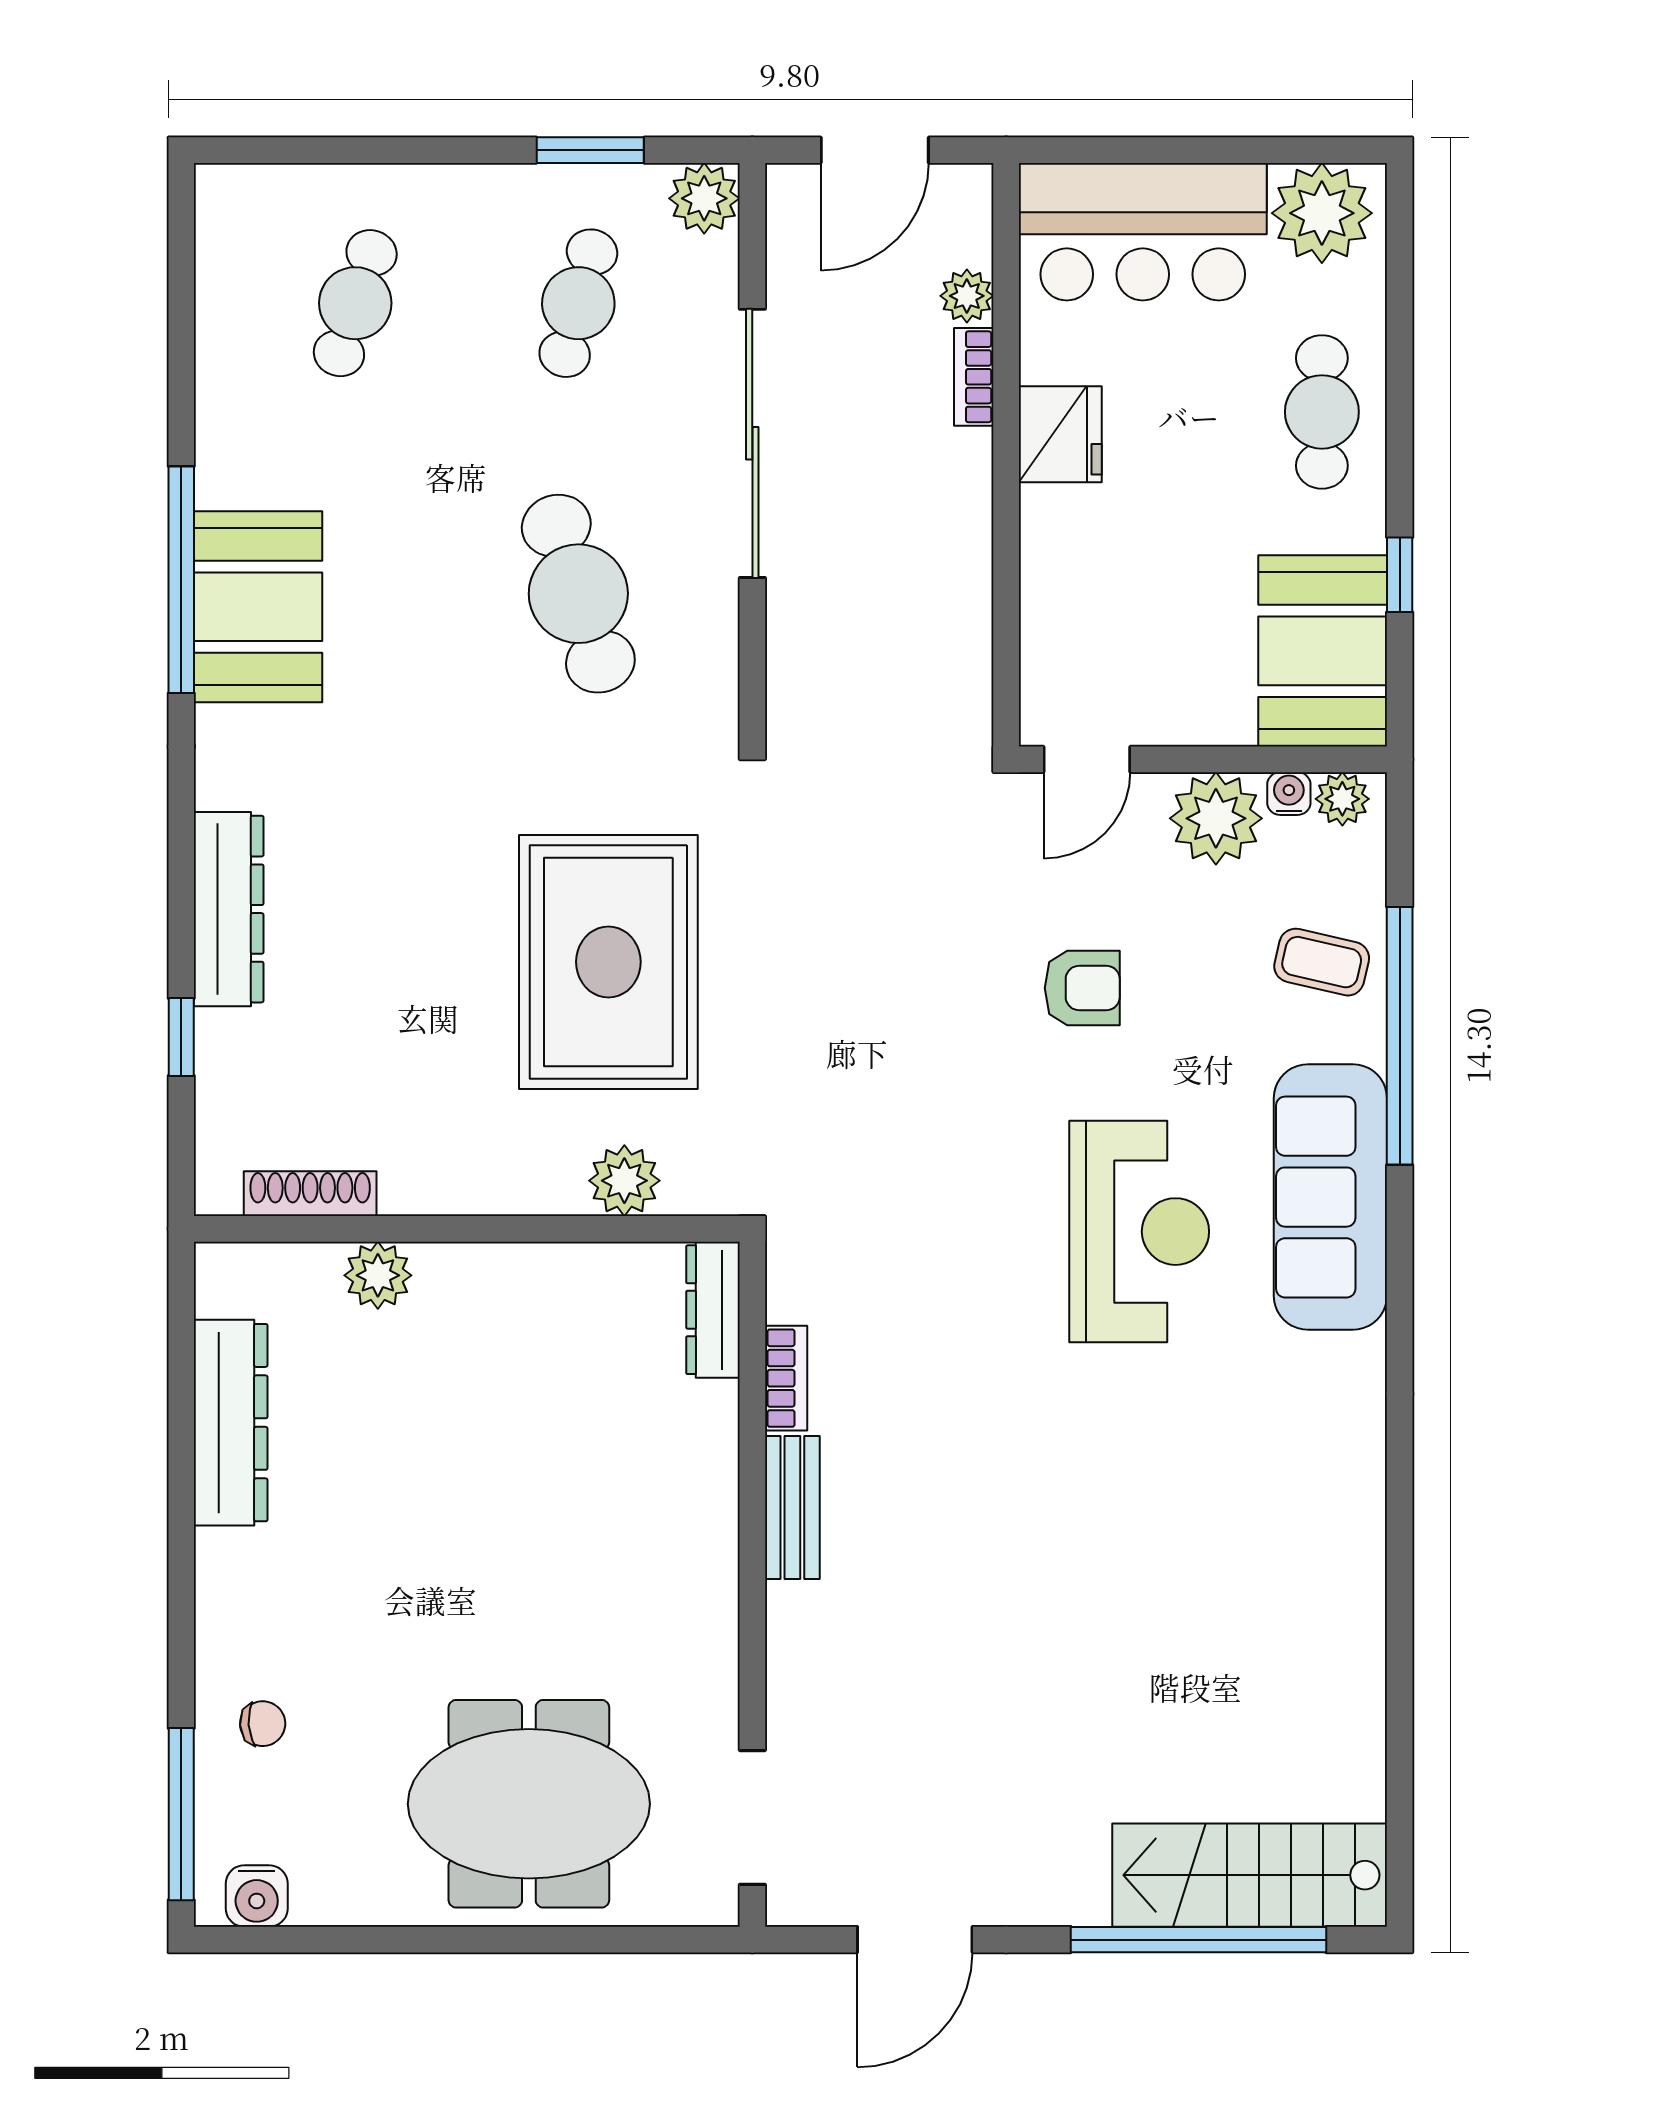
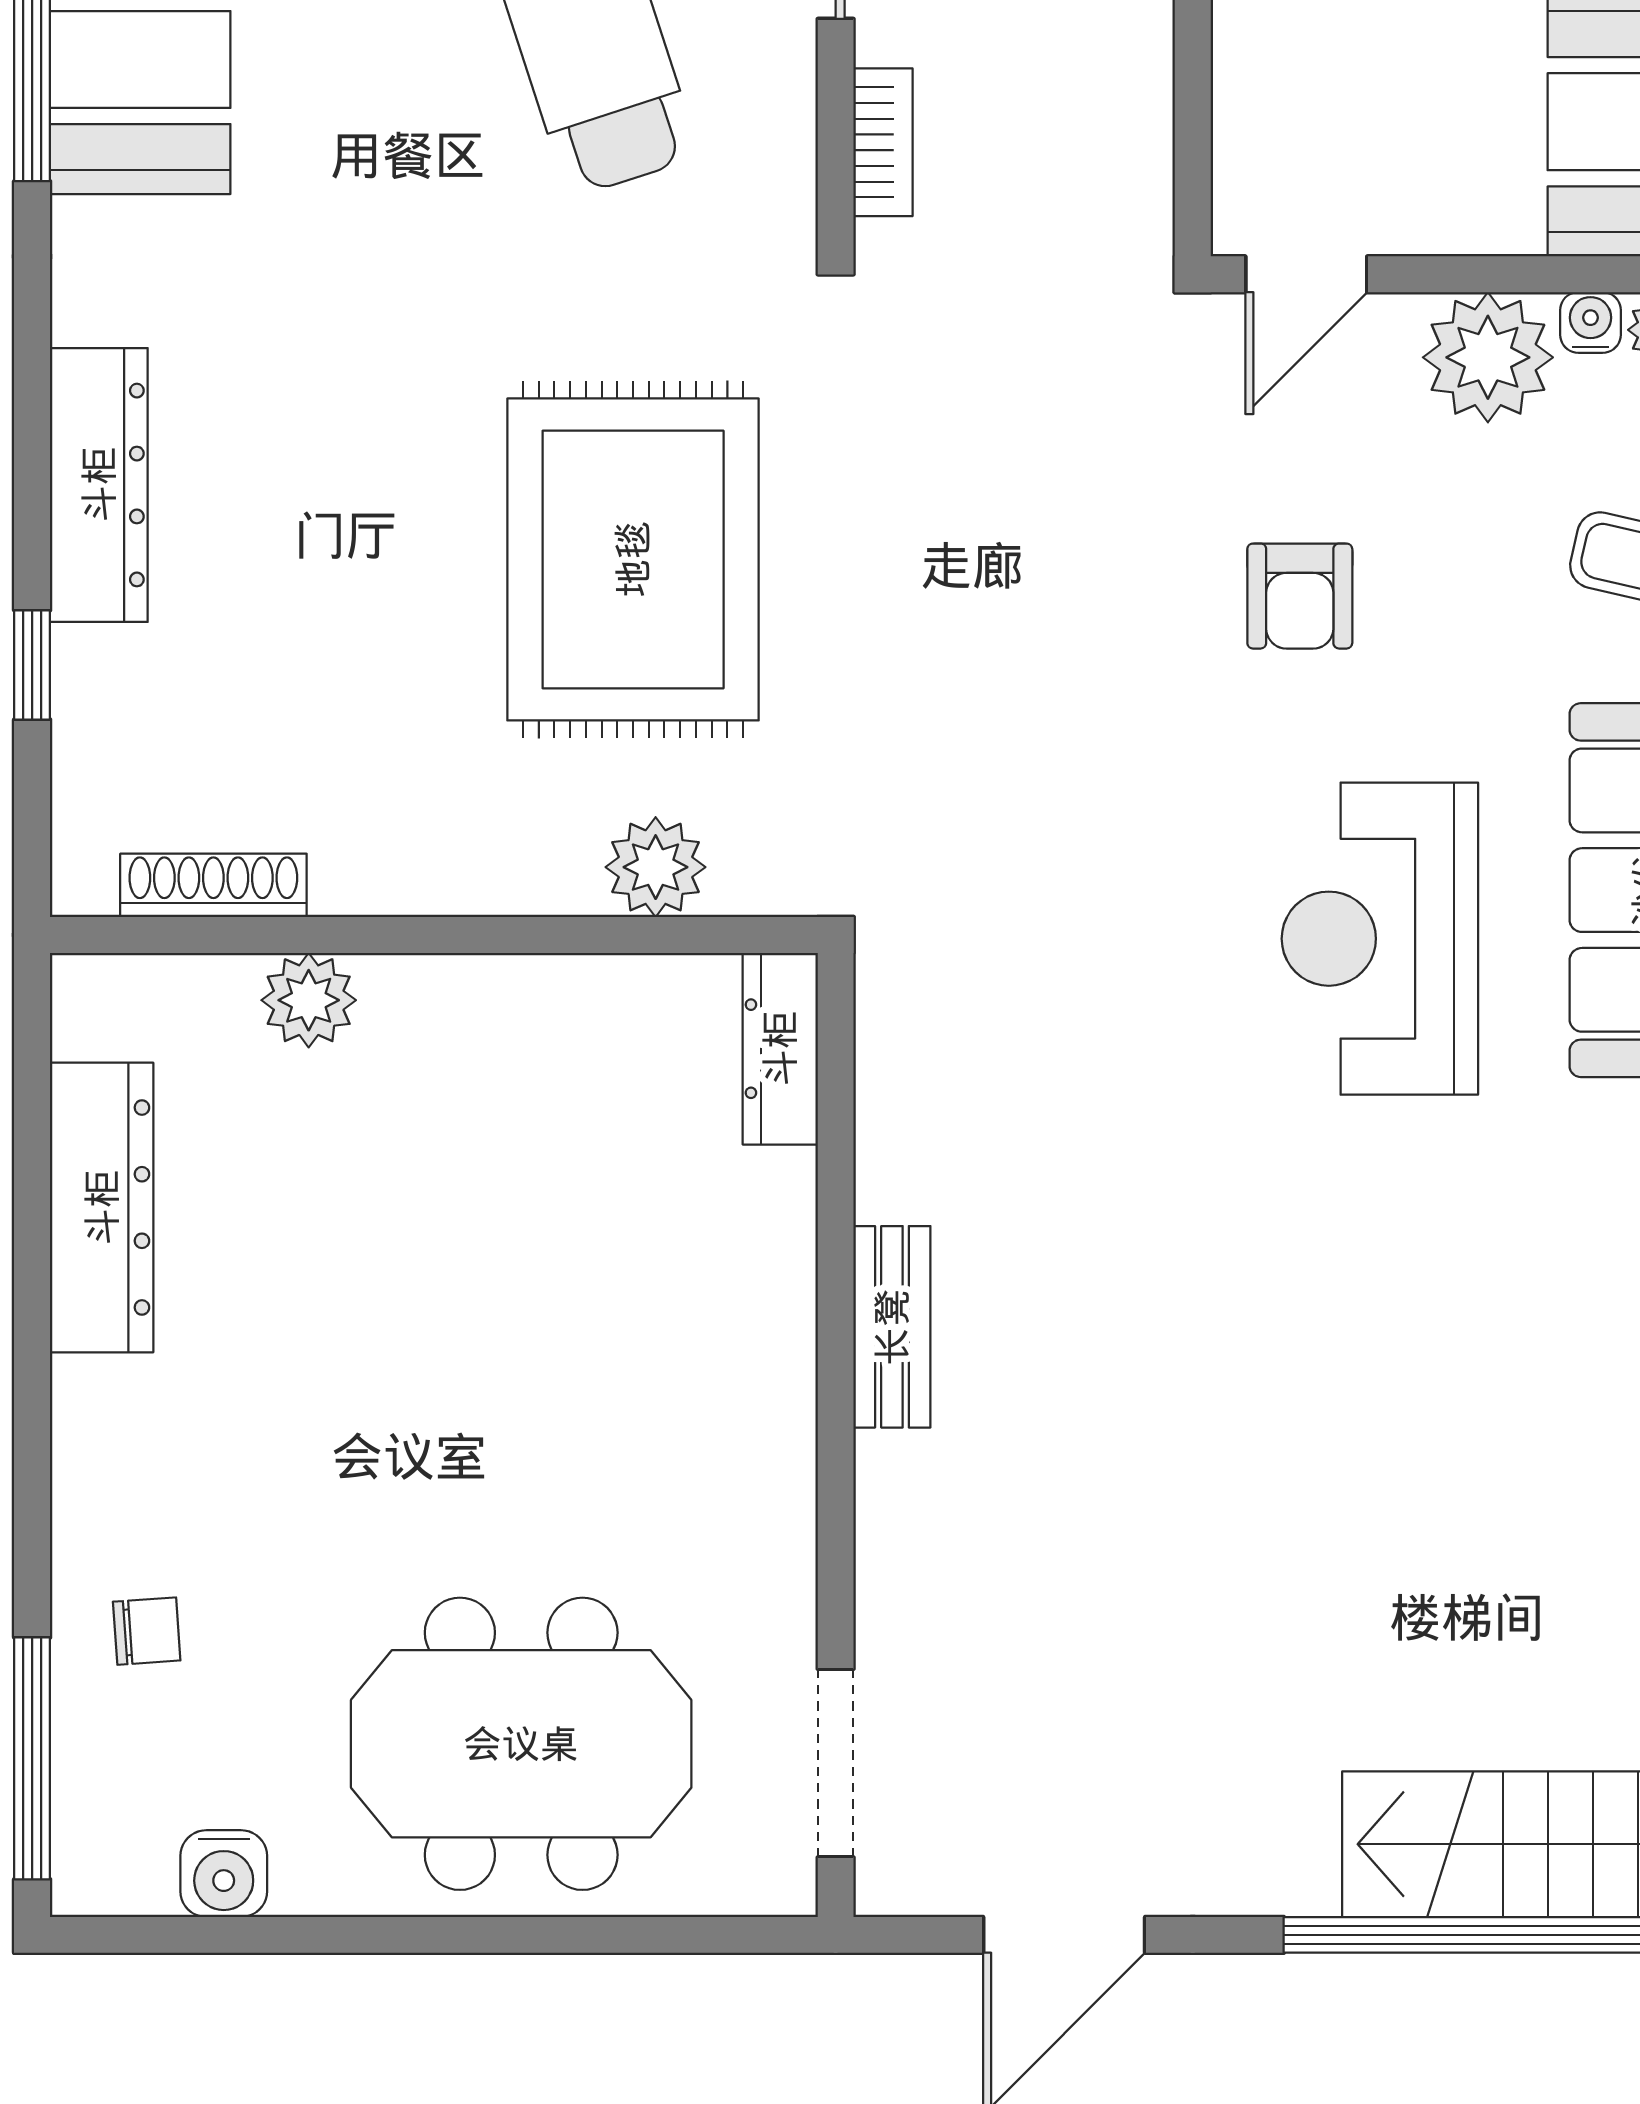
armchair: (1082, 988) -> (1300, 596), turned 90
reception desk: (1139, 1232) -> (1380, 939), turned 180
bookcase: (786, 1378) -> (883, 142), moved
water cooler: (257, 1896) -> (224, 1874), moved

